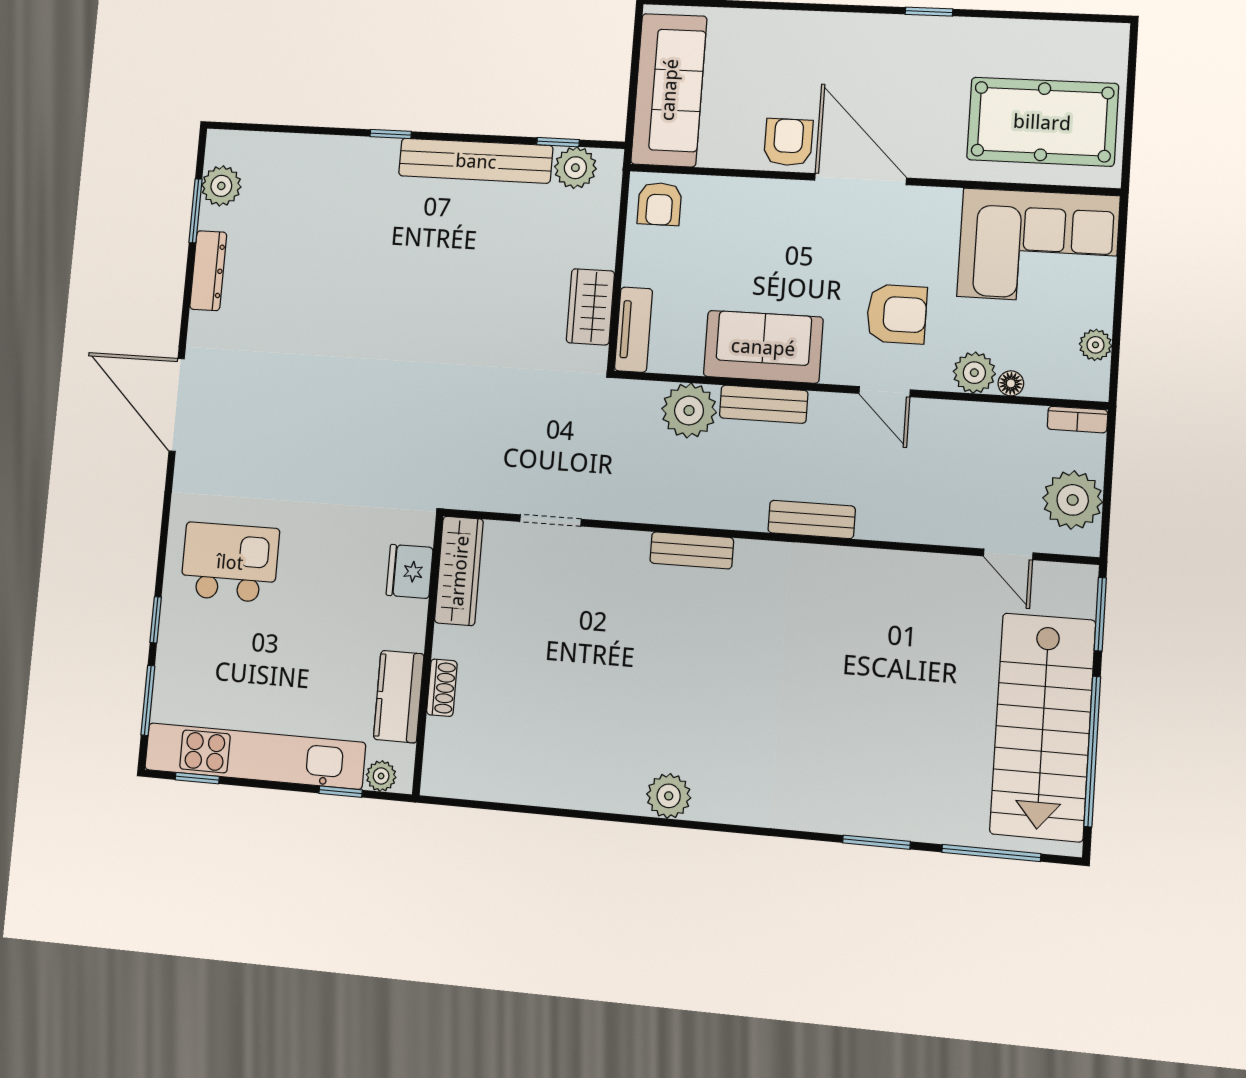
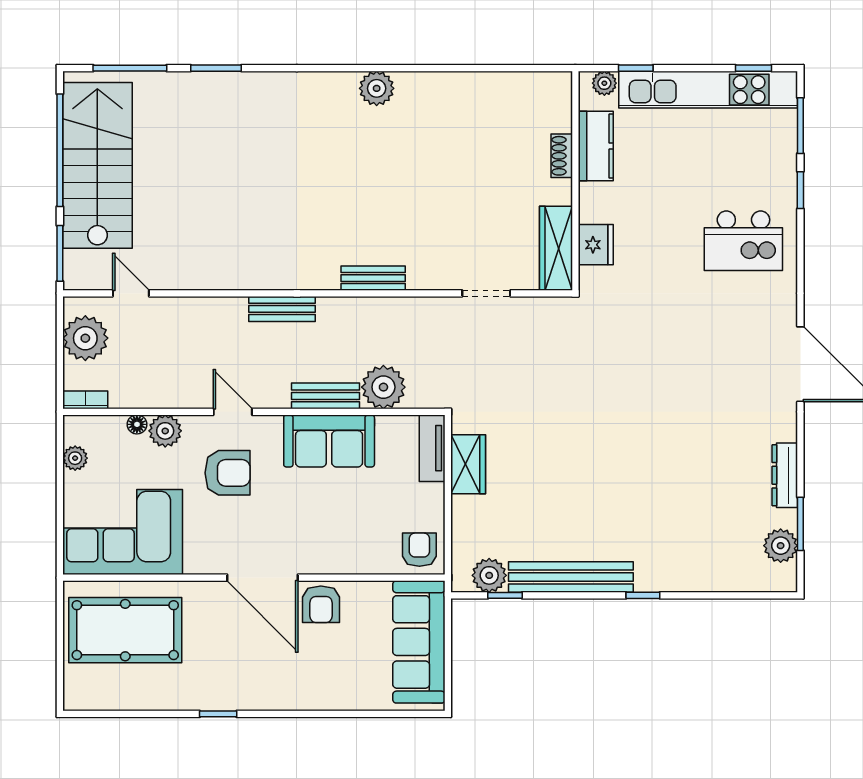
armchair: (897, 314) -> (227, 473), turned 180

